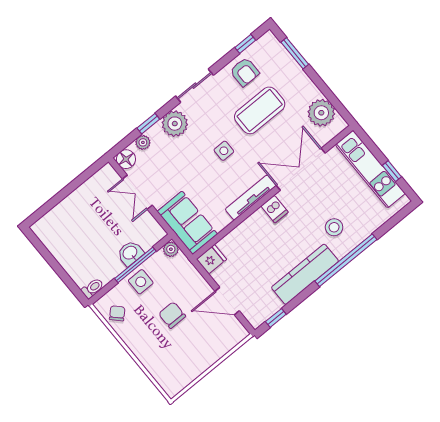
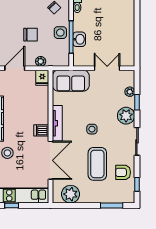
floor lamp: (126, 159) -> (128, 76), removed
plant: (171, 249) -> (41, 61), moved

